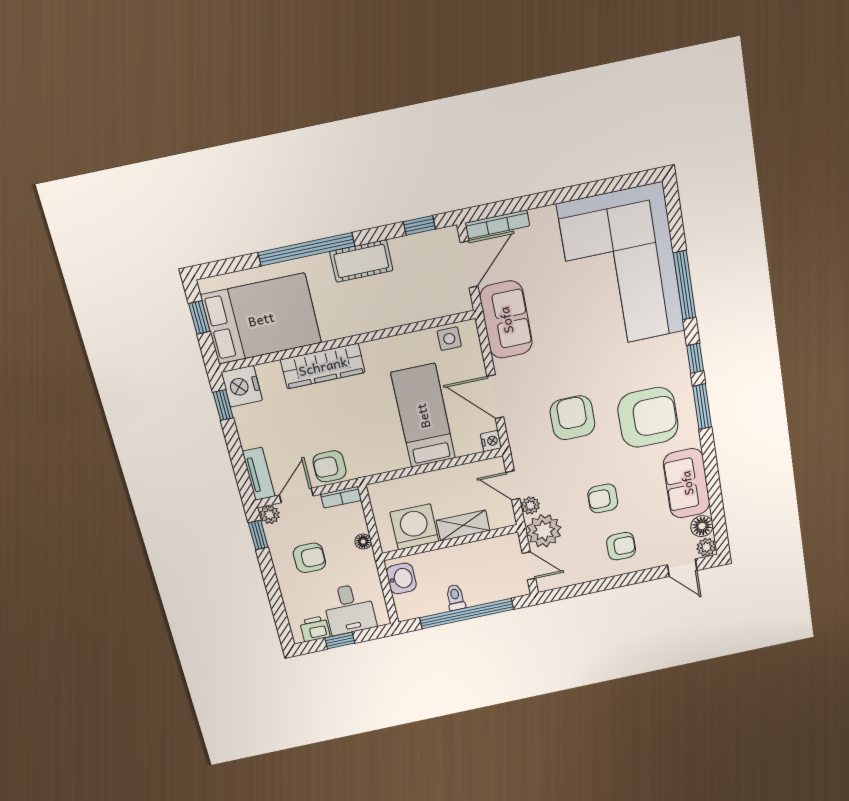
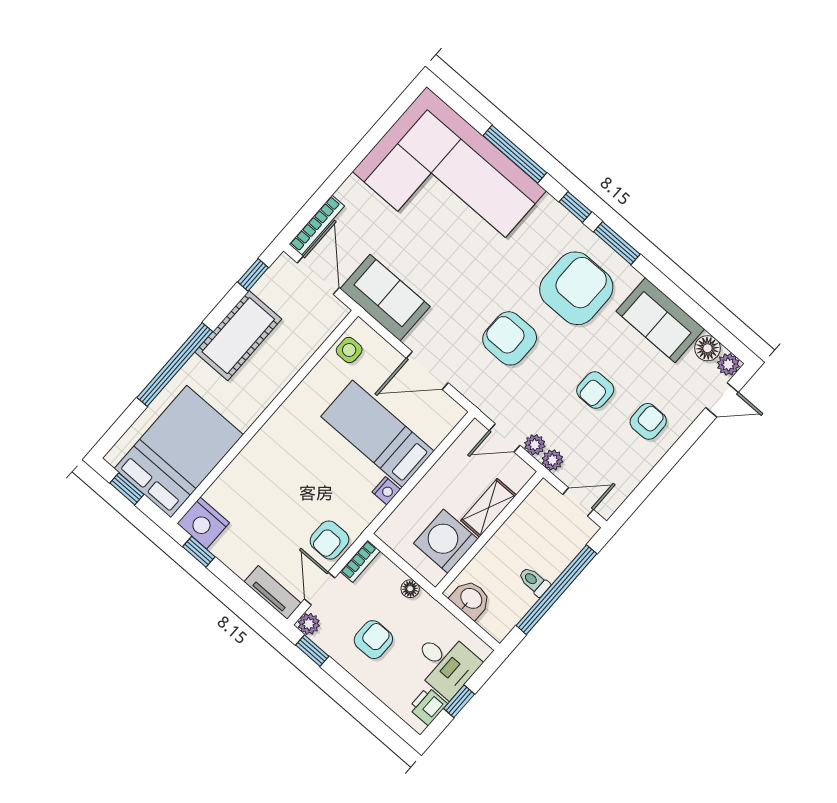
cot: (361, 261) -> (238, 336), width x1.37, depth x1.34
wardrobe: (323, 366) -> (259, 454), removed
nightstand: (491, 441) -> (386, 491), moved, turned 90
plant: (544, 531) -> (552, 460), width x0.53, depth x0.53

